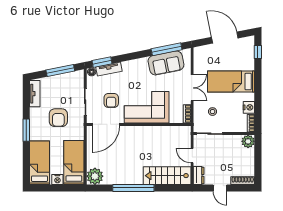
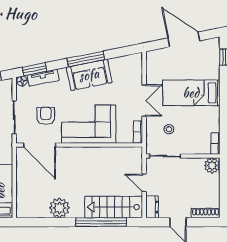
window: (167, 49) -> (86, 59), moved
sofa: (166, 63) -> (89, 75), moved
armchair: (111, 100) -> (46, 116), turned 180
nightstand: (249, 107) -> (213, 124), removed
door: (106, 124) -> (40, 145), hinge flipped
plant: (95, 176) -> (59, 208), moved
window: (133, 188) -> (101, 222), moved

